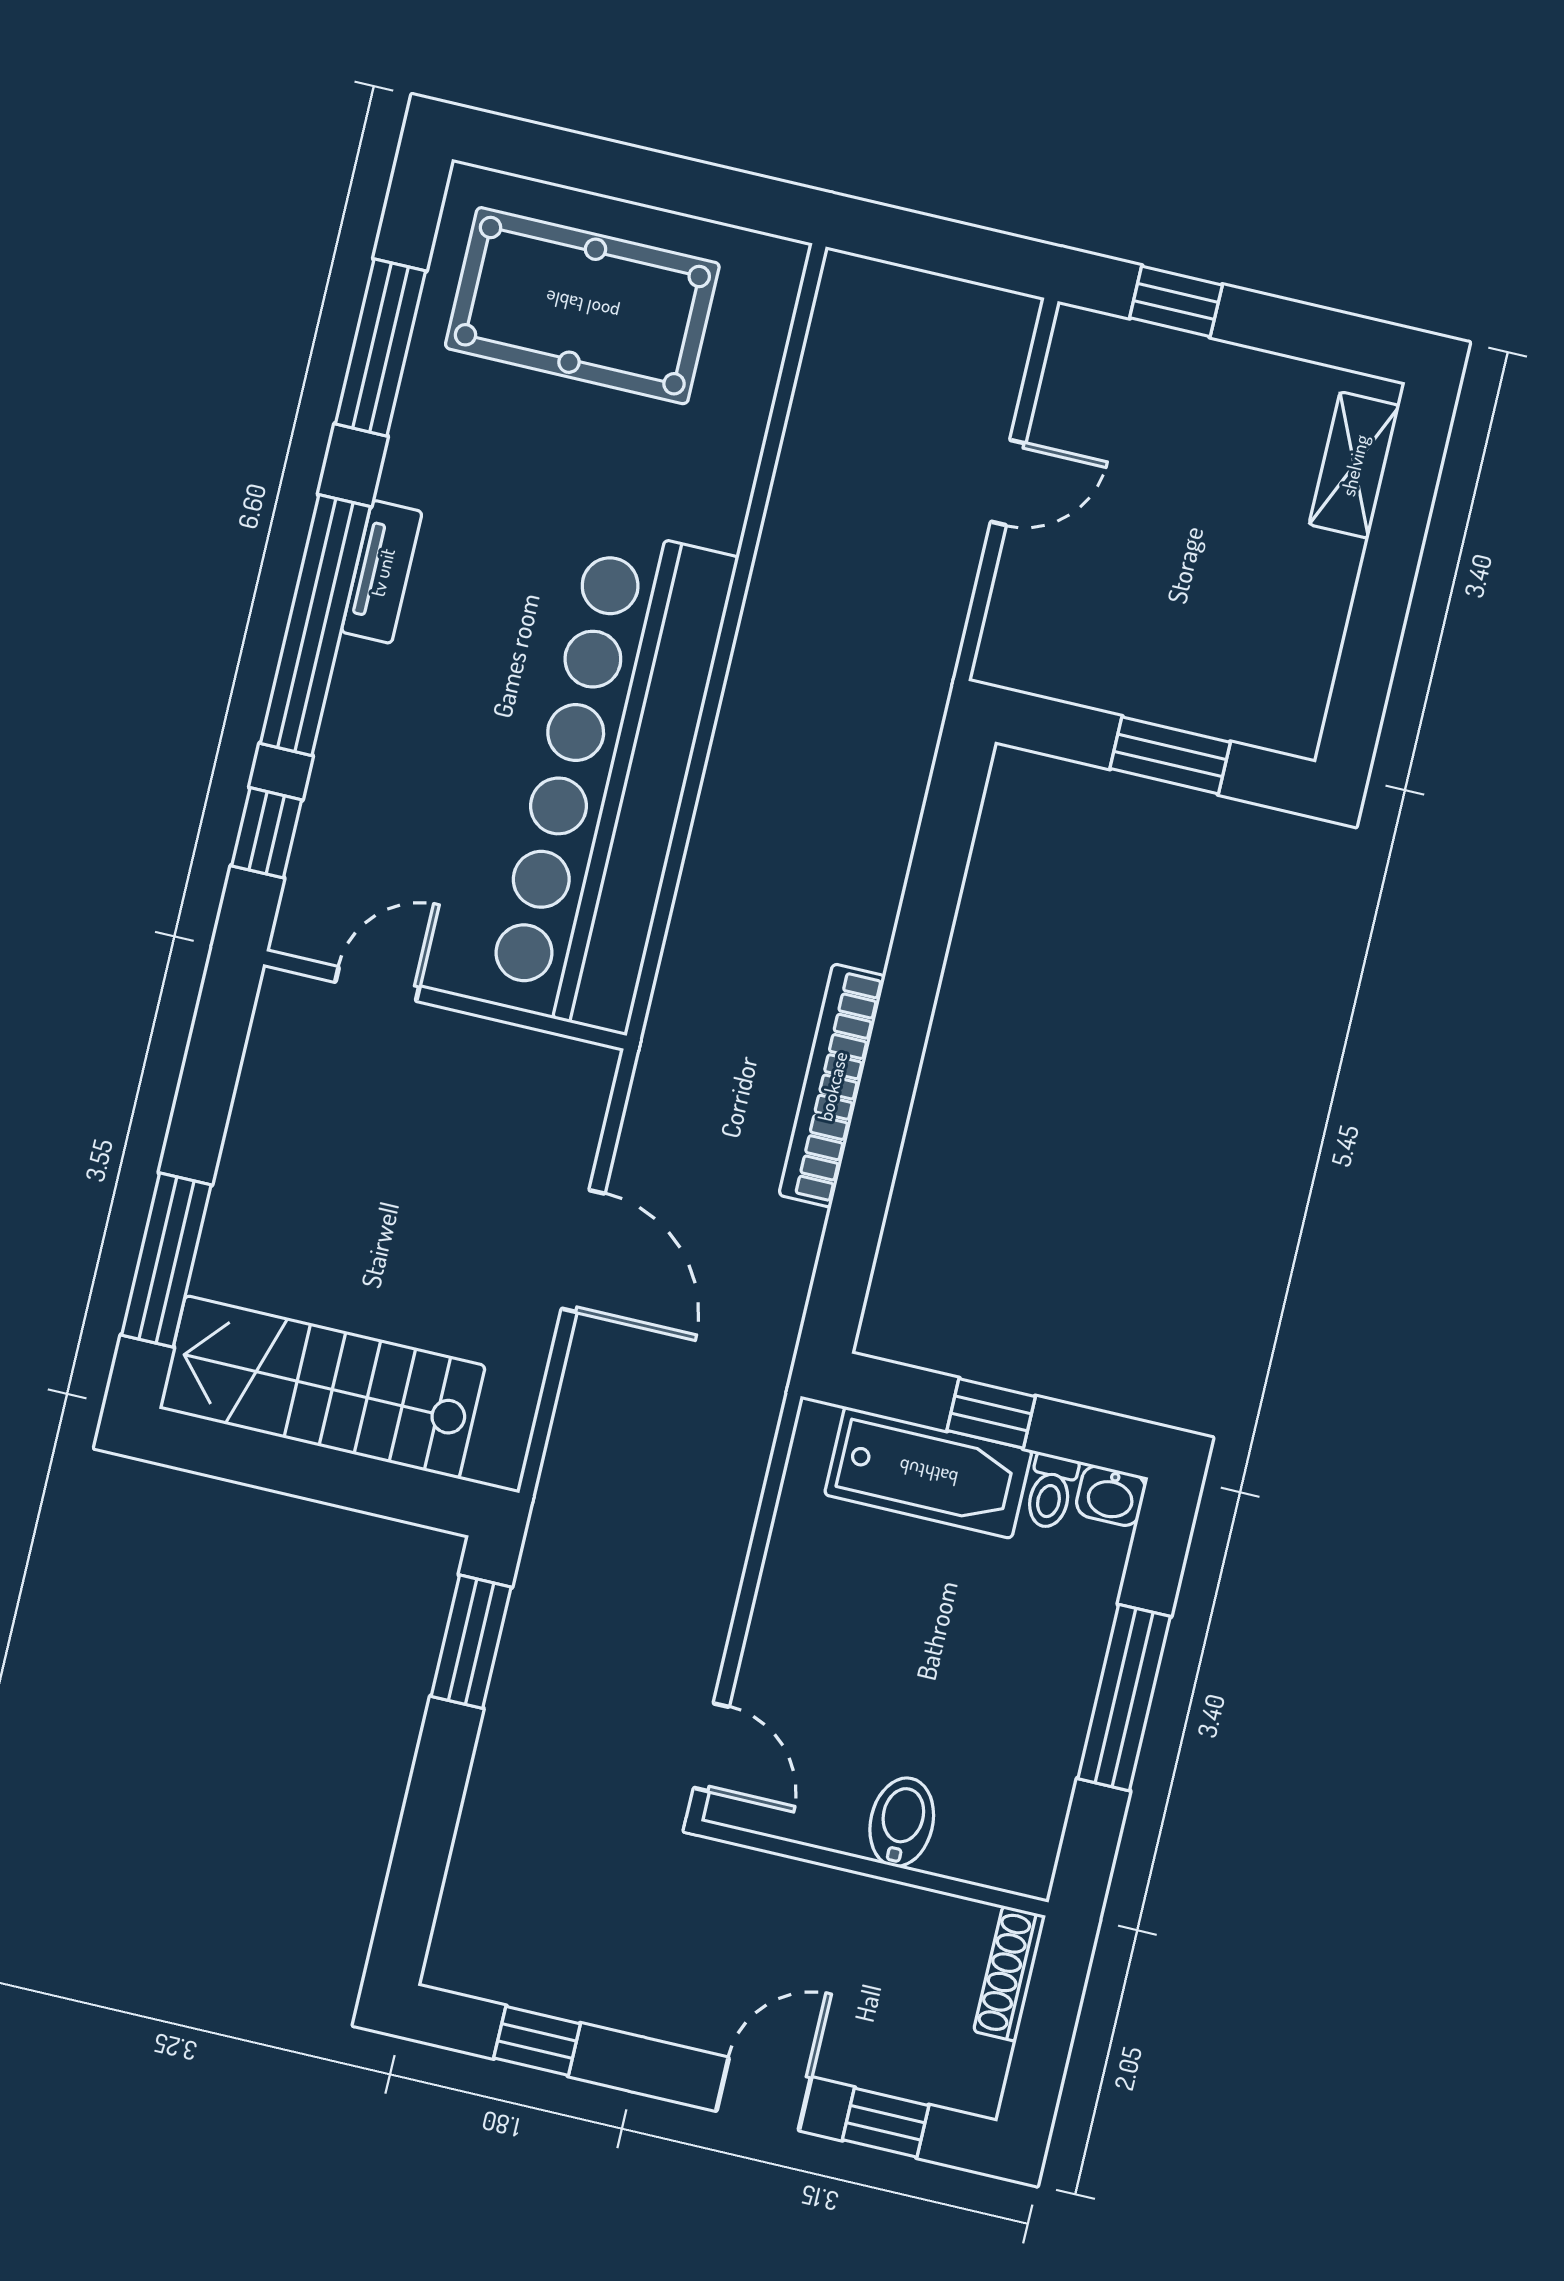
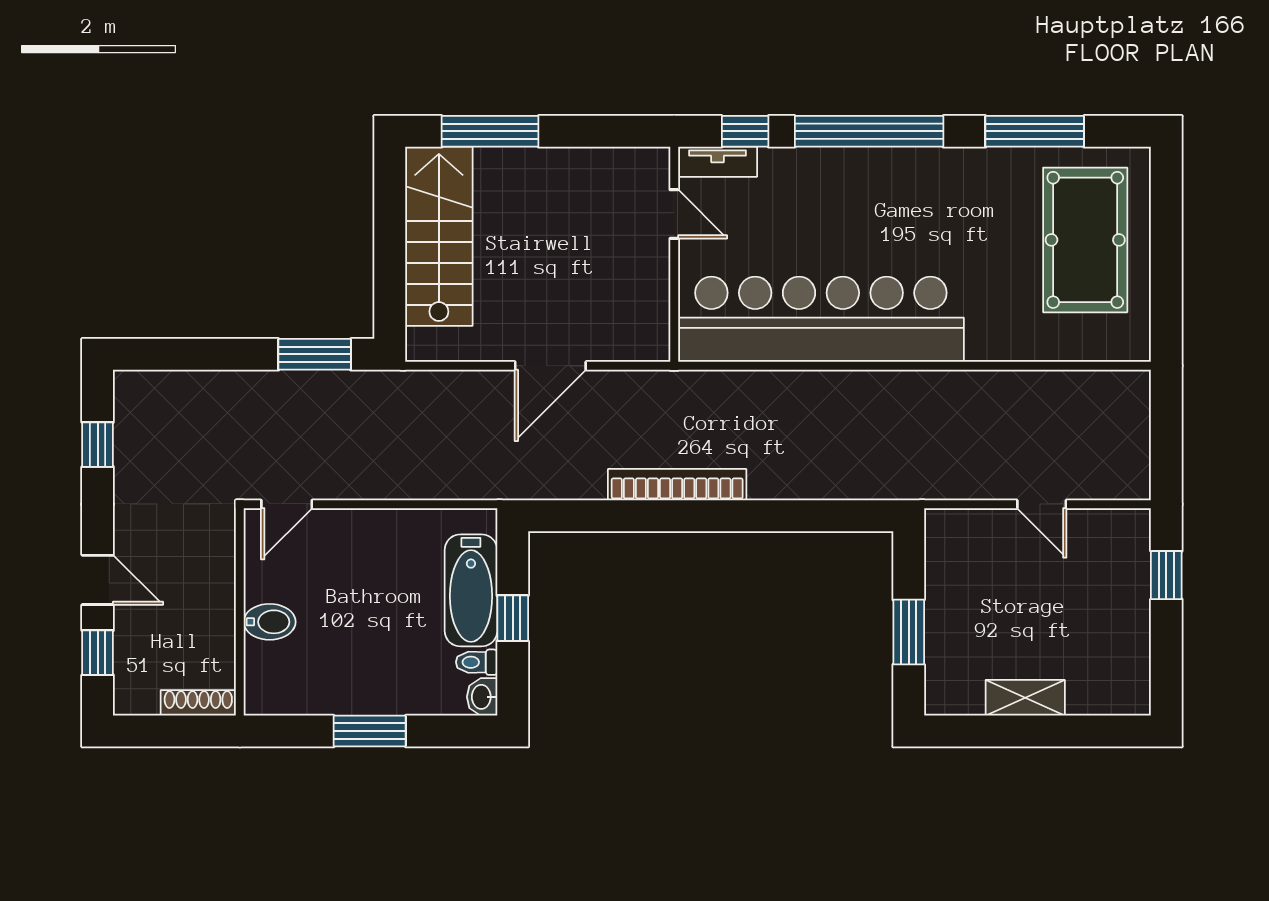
shelving: (1354, 465) -> (1025, 698), moved
tv unit: (382, 572) -> (718, 162), moved
window: (1124, 1698) -> (370, 731), width x0.69

